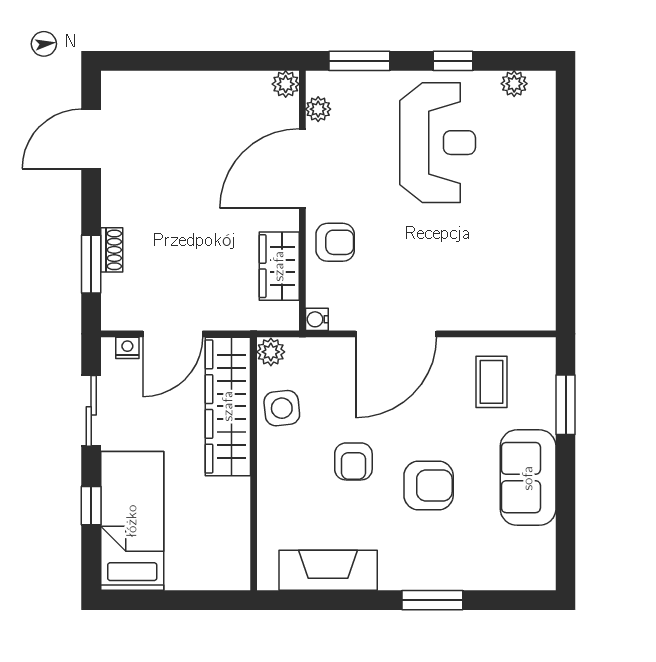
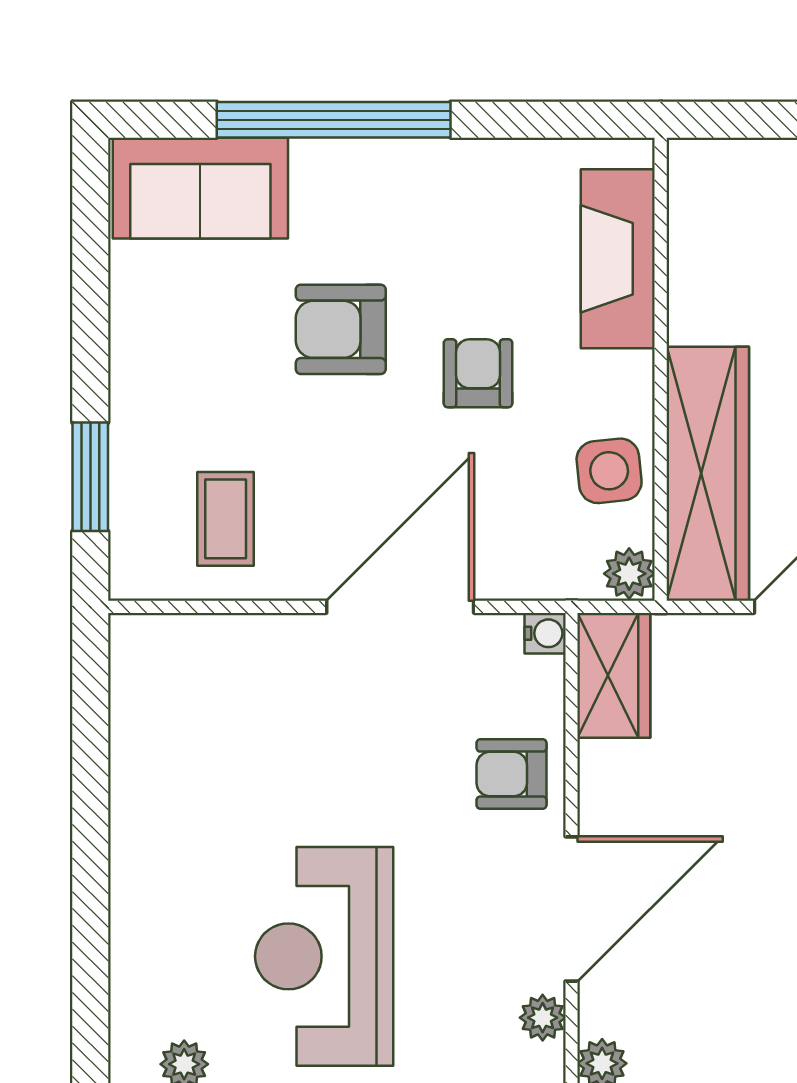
wardrobe: (279, 266) -> (614, 675), moved
sofa: (528, 478) -> (200, 188), moved, turned 90
fireplace: (328, 570) -> (618, 259), moved, turned 90
window: (432, 600) -> (334, 120), width x2.11

